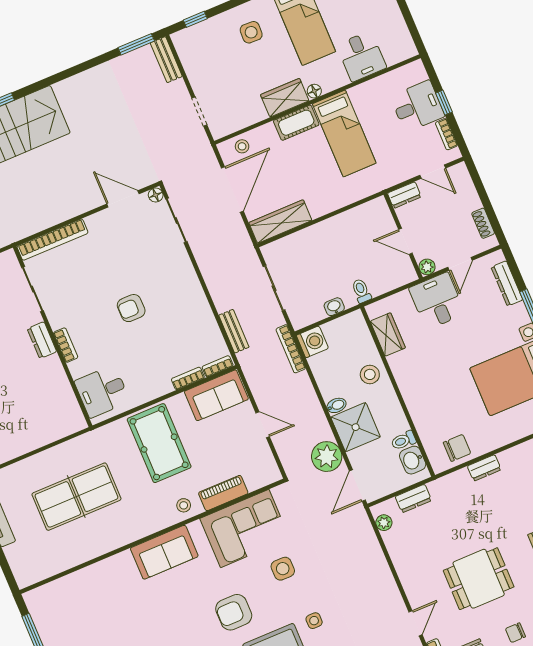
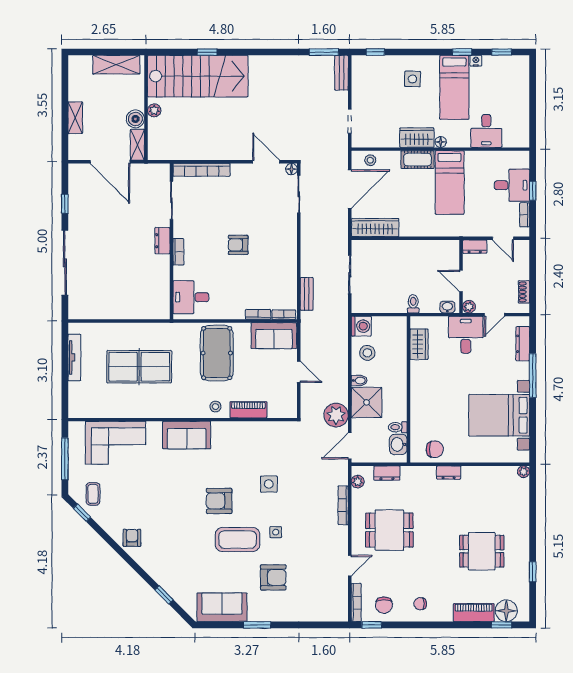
washbasin: (334, 307) -> (447, 307), moved
bookcase: (291, 349) -> (343, 505), moved
stool: (370, 374) -> (367, 353), moved
corner sofa: (245, 529) -> (115, 443), moved
dining table: (479, 579) -> (389, 530), moved

